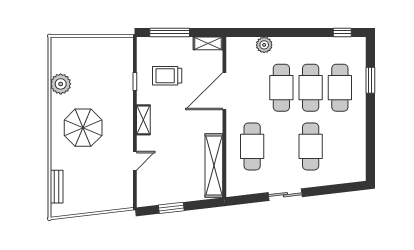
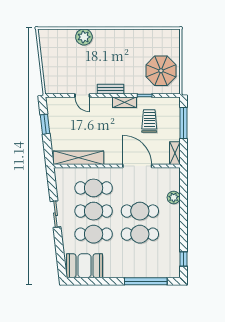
window: (370, 80) -> (146, 281), width x2.11
plant: (61, 84) -> (84, 37), moved
cafe table: (340, 88) -> (94, 211), moved
shelving: (143, 120) -> (125, 102), moved
parasol: (83, 128) -> (161, 71), moved
booth: (351, 158) -> (84, 266), added
bench: (57, 187) -> (111, 89), moved

